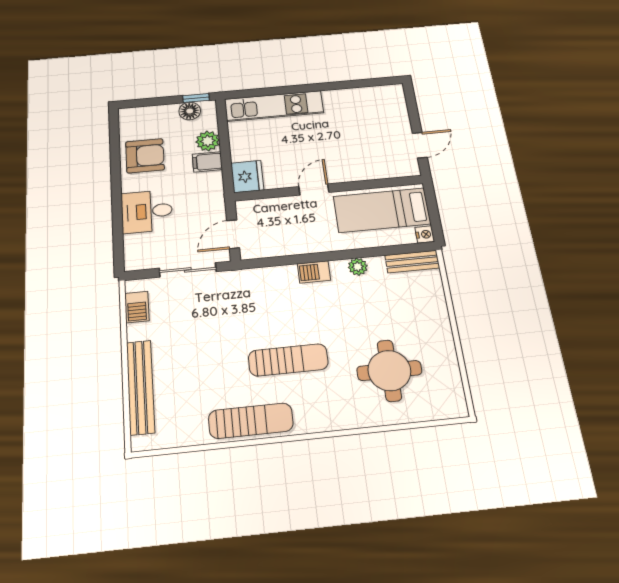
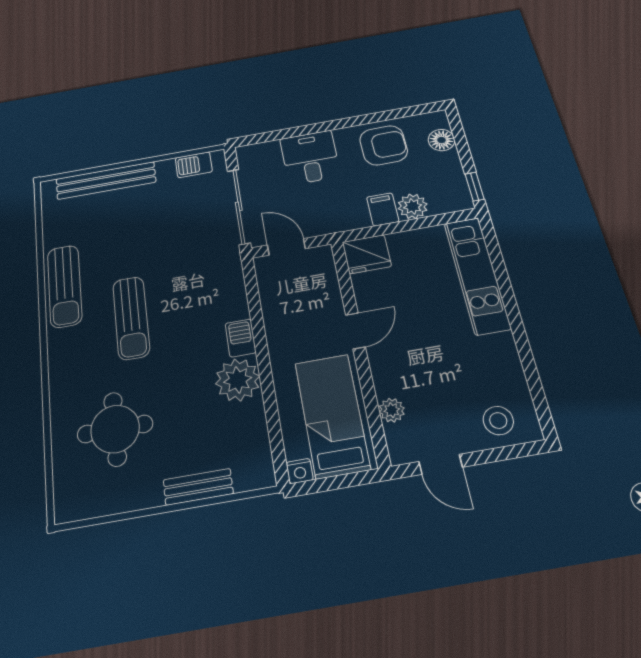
stool: (389, 108) -> (498, 421), added
floor lamp: (190, 111) -> (442, 140), moved
armchair: (145, 156) -> (384, 145), turned -91
plant: (379, 171) -> (392, 410), added
door: (314, 189) -> (355, 331), hinge flipped
bench: (412, 262) -> (198, 487), moved, turned 90
plant: (358, 267) -> (238, 380), width x1.88, depth x1.88
sliding door: (188, 270) -> (239, 206), width x1.37

